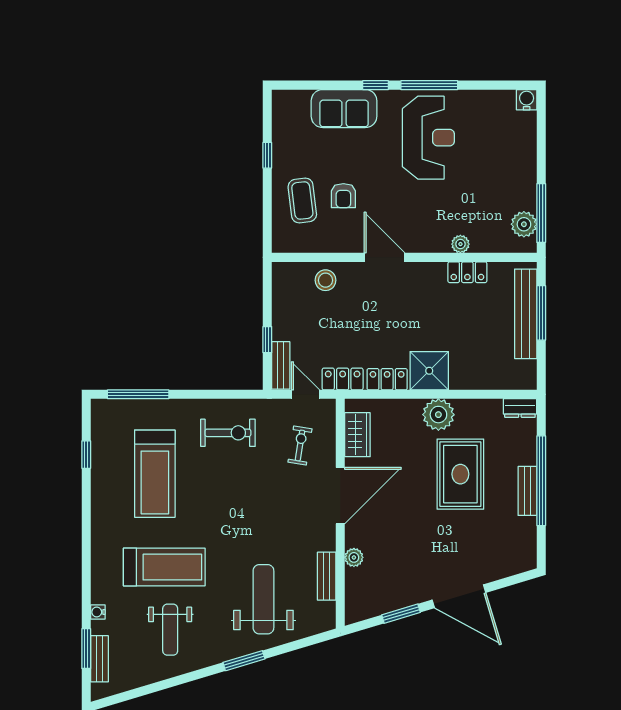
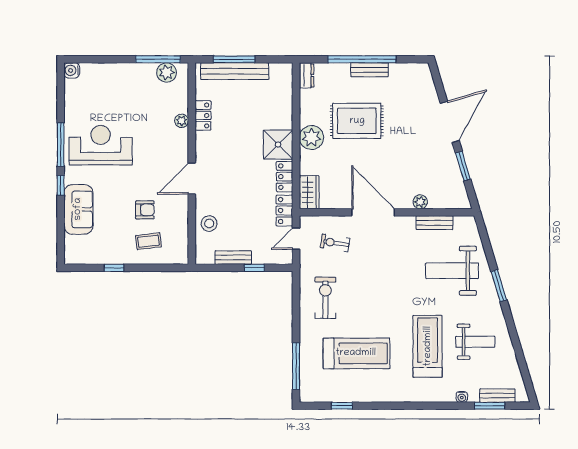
coffee table: (302, 201) -> (148, 241), width x0.73, depth x0.77
bench: (281, 365) -> (233, 258), moved
wardrobe: (357, 435) -> (309, 192), moved, turned 90

